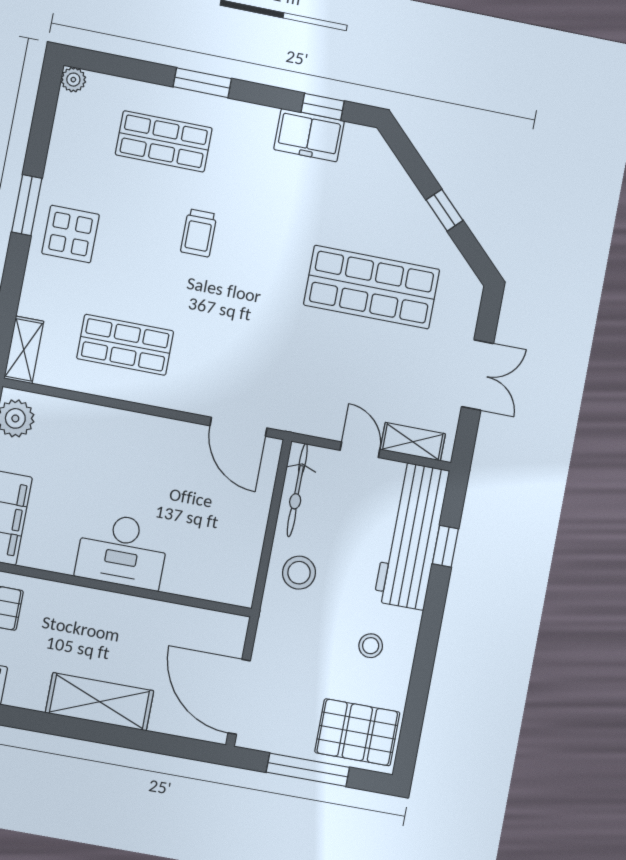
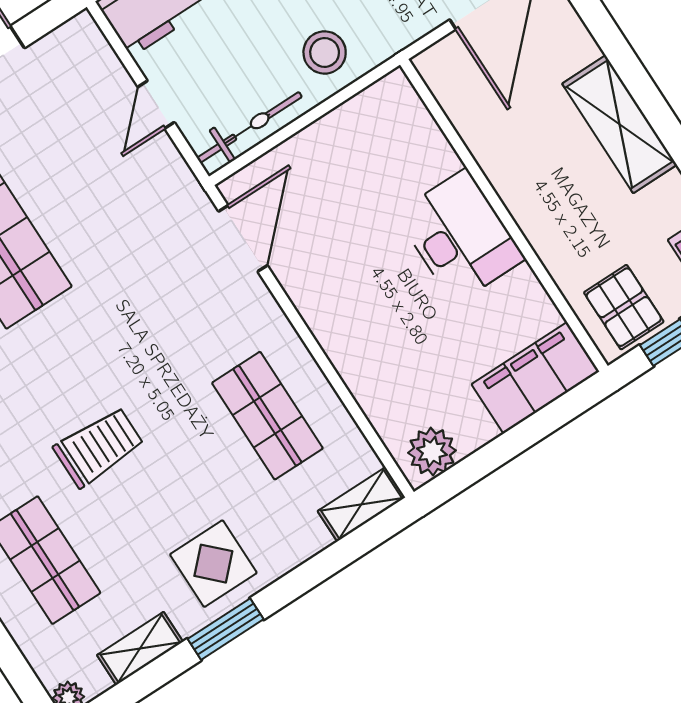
trolley: (199, 233) -> (99, 447), width x1.36, depth x1.39
shelving: (413, 442) -> (140, 648), moved, turned 90

